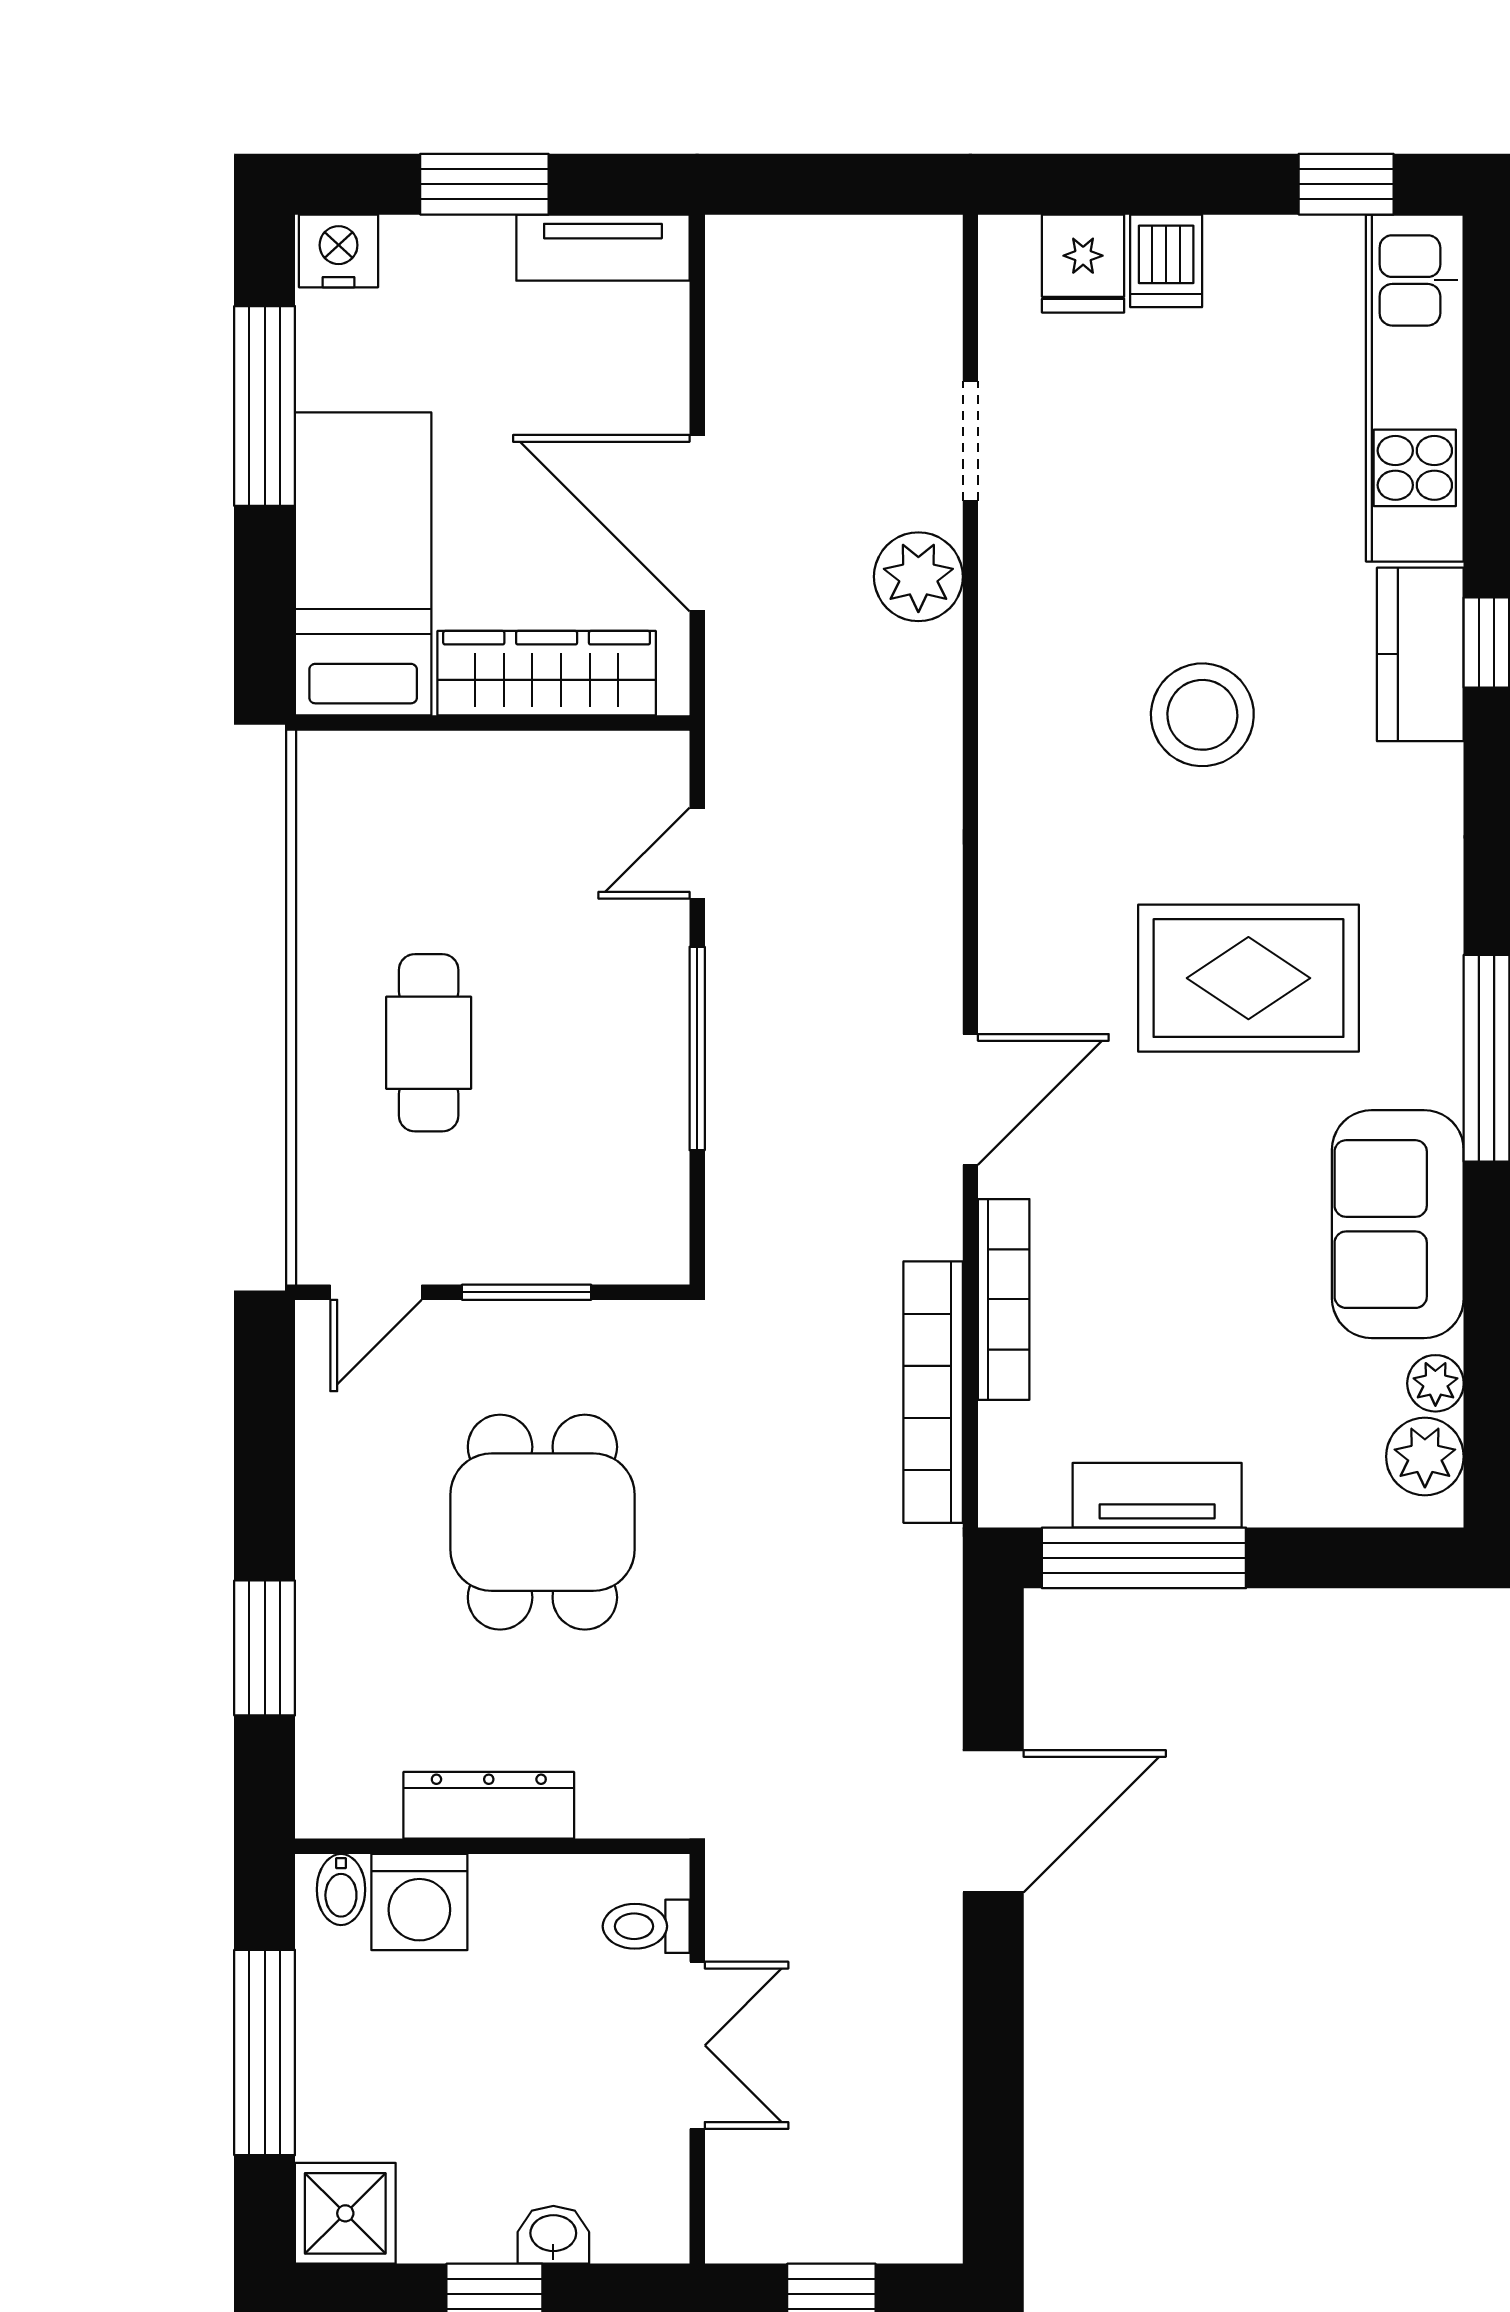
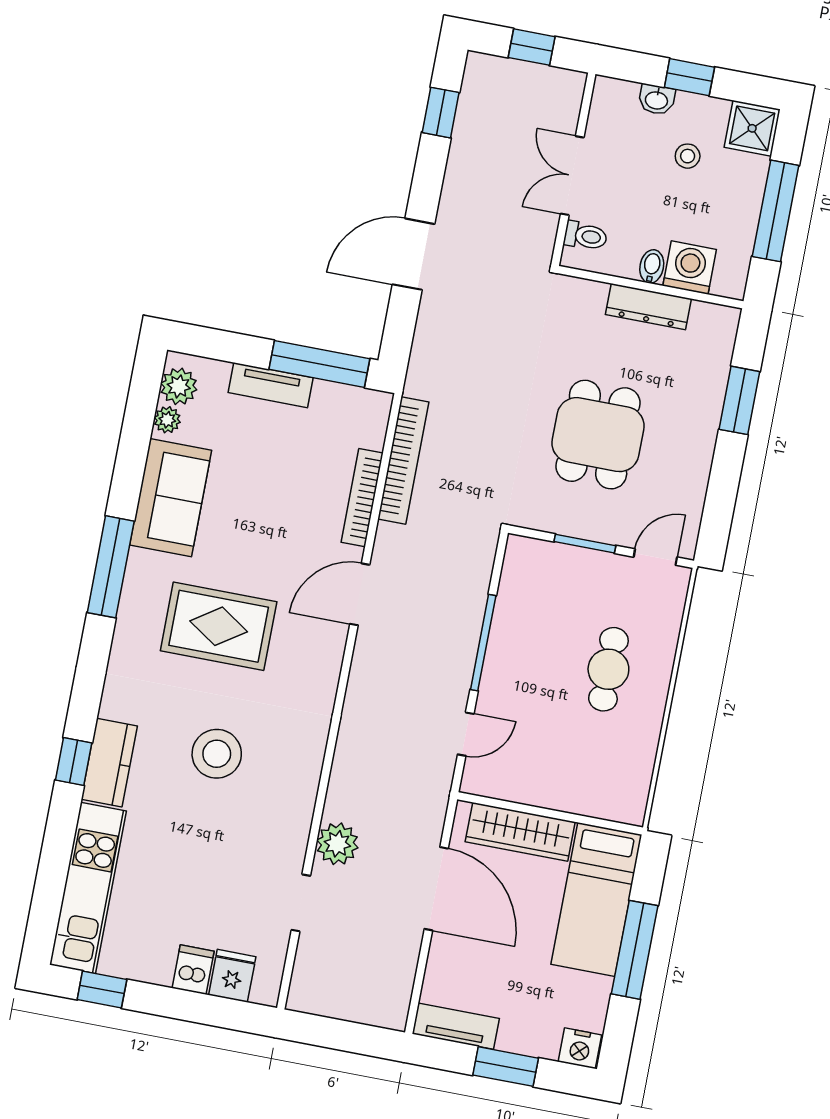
window: (265, 406) -> (635, 950), moved
tv unit: (1157, 1495) -> (271, 385), moved
bidet: (341, 1889) -> (652, 266), moved
window: (993, 2123) -> (441, 113), added
stool: (467, 2131) -> (688, 156), added

